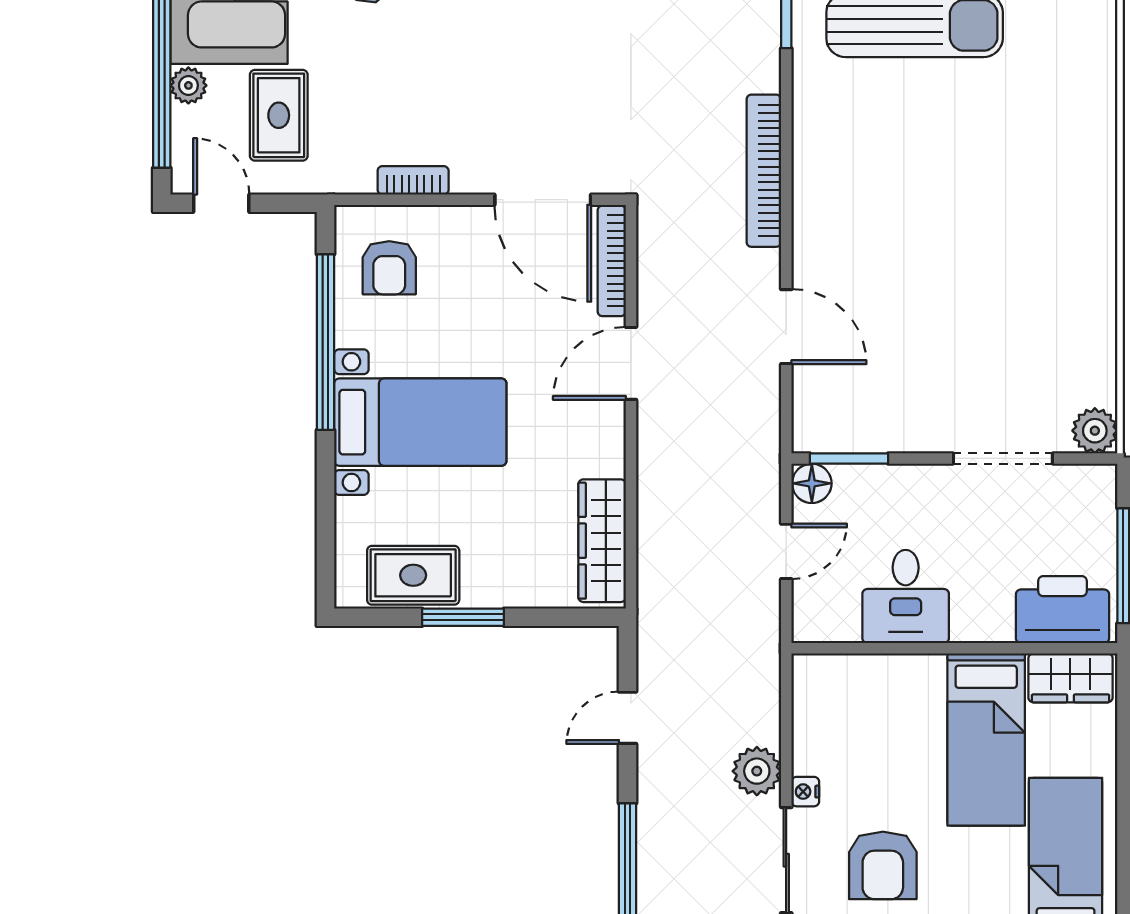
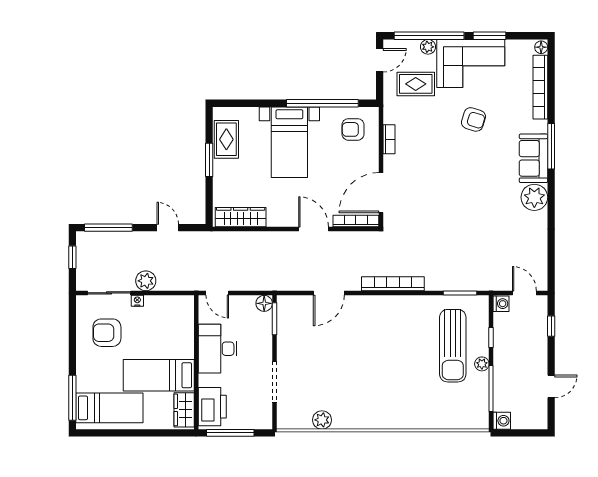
plant: (1095, 431) -> (322, 420), moved
door: (786, 551) -> (217, 293), moved
desk: (906, 596) -> (218, 349), width x1.37

